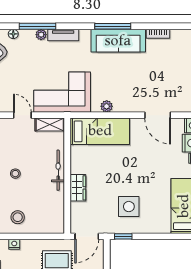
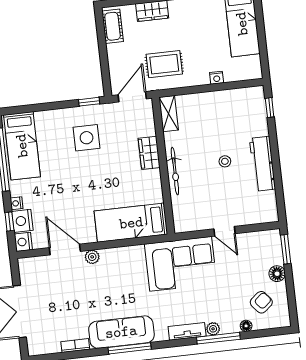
plant: (107, 106) -> (92, 257), moved
shelving: (50, 125) -> (169, 114), moved, turned 90
stool: (18, 217) -> (216, 110), removed

